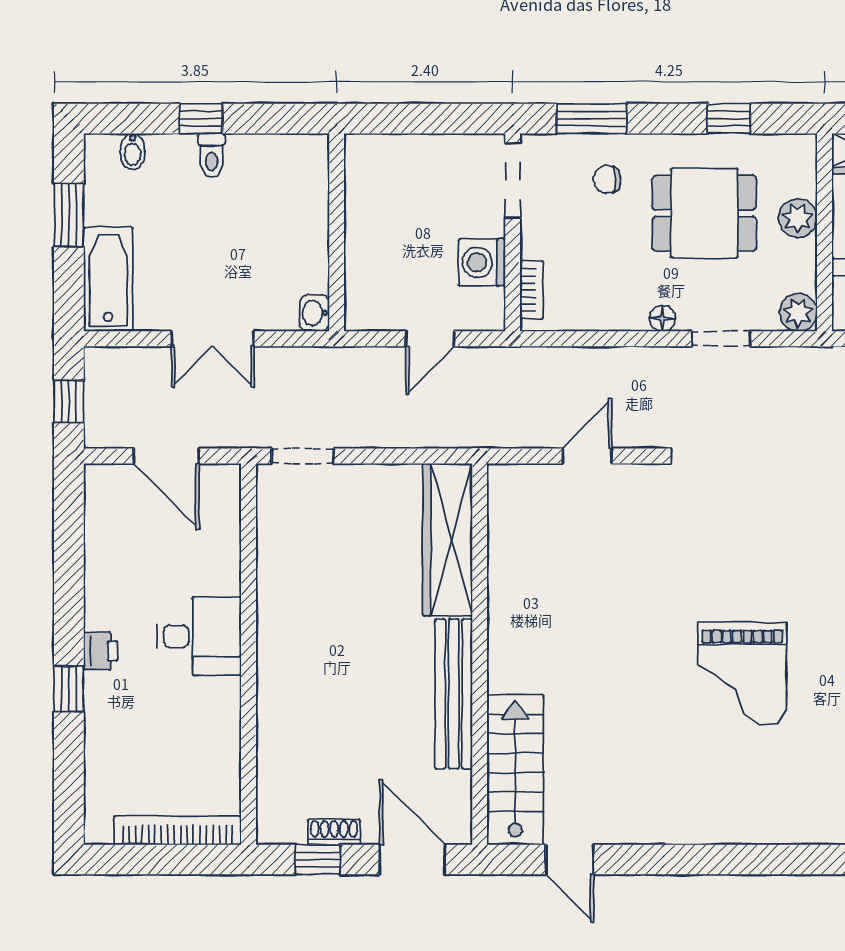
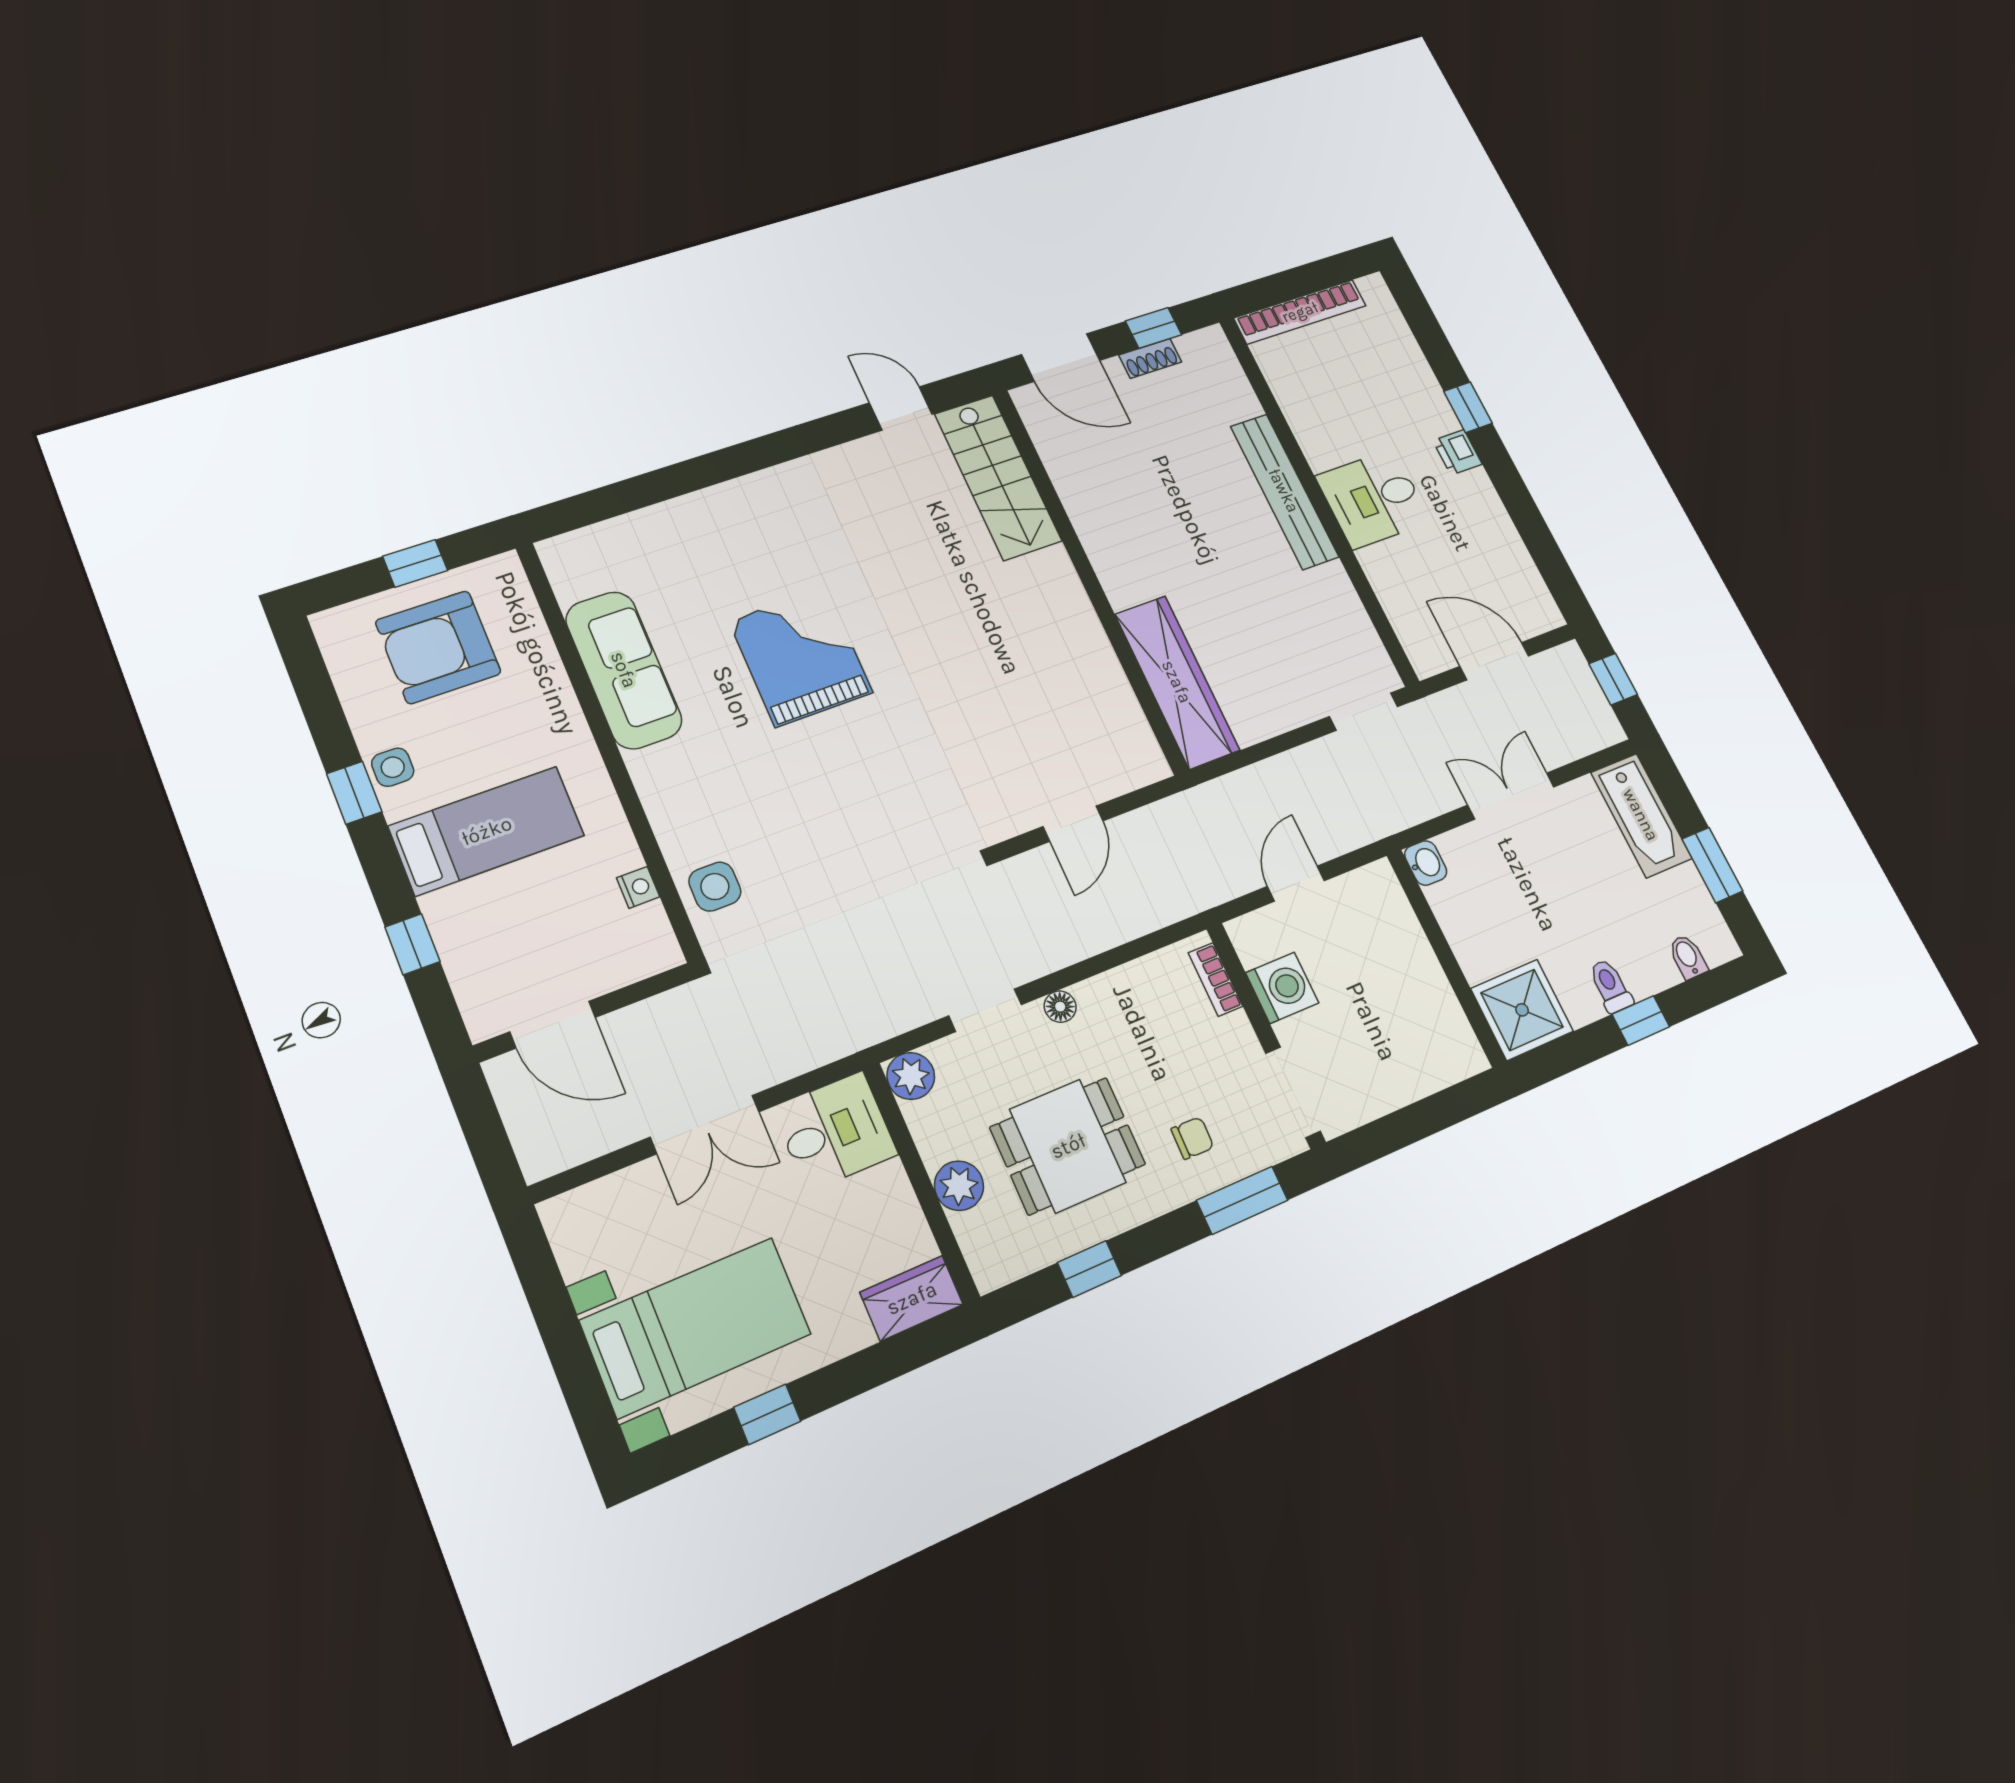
shower: (296, 167) -> (1522, 1010), added
bench: (454, 694) -> (1284, 491), moved

